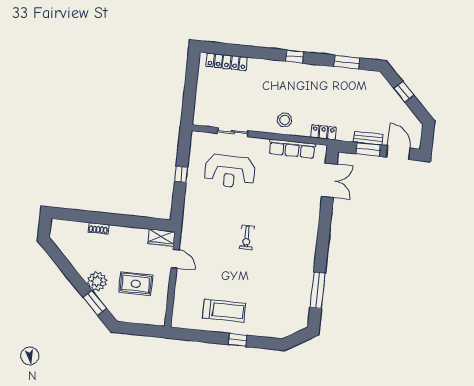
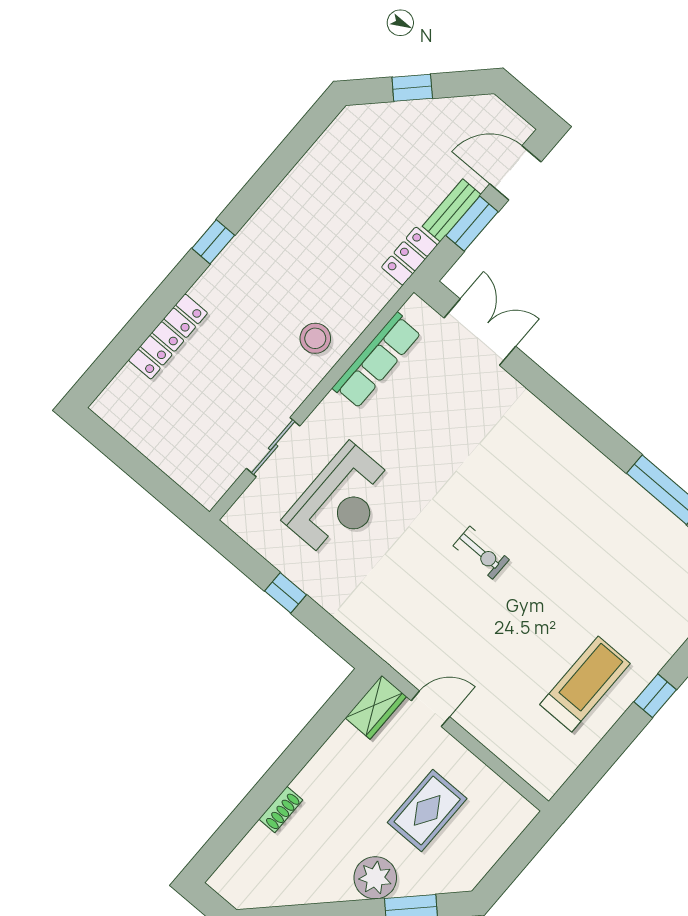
locker: (227, 62) -> (168, 337), moved
window: (347, 62) -> (288, 154), removed
locker: (323, 132) -> (409, 256), moved

